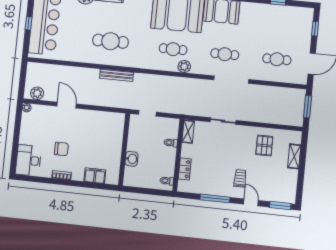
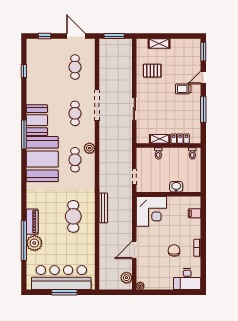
window: (28, 23) -> (64, 292), width x2.17
corner desk: (107, 128) -> (151, 211), added
shelving: (188, 132) -> (160, 139), moved
filing cabinet: (95, 176) -> (195, 213), width x0.50

